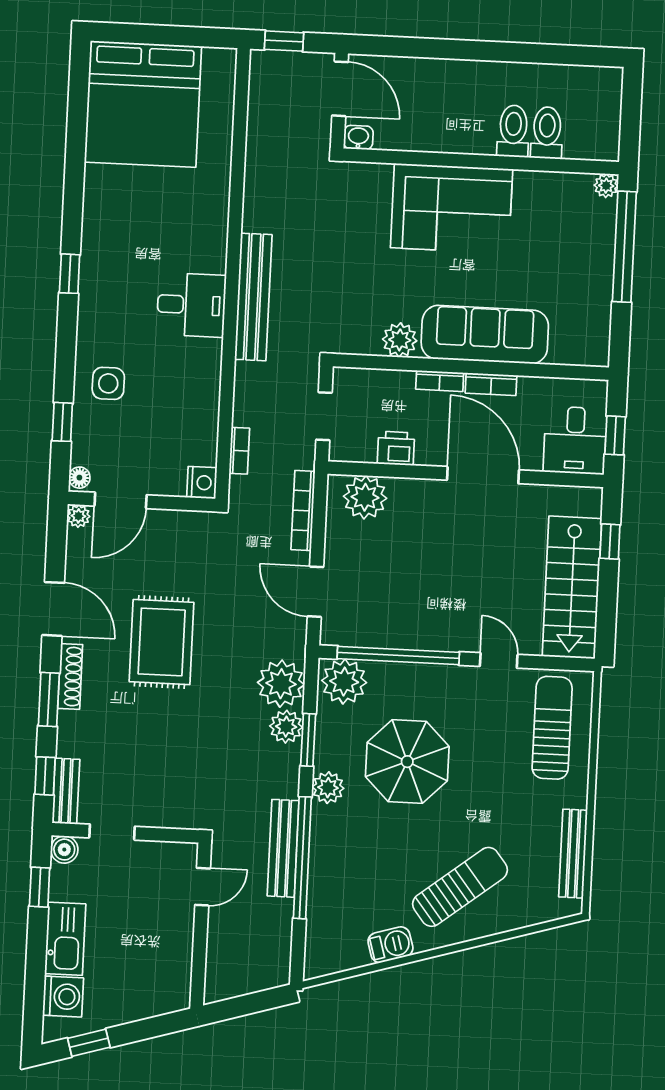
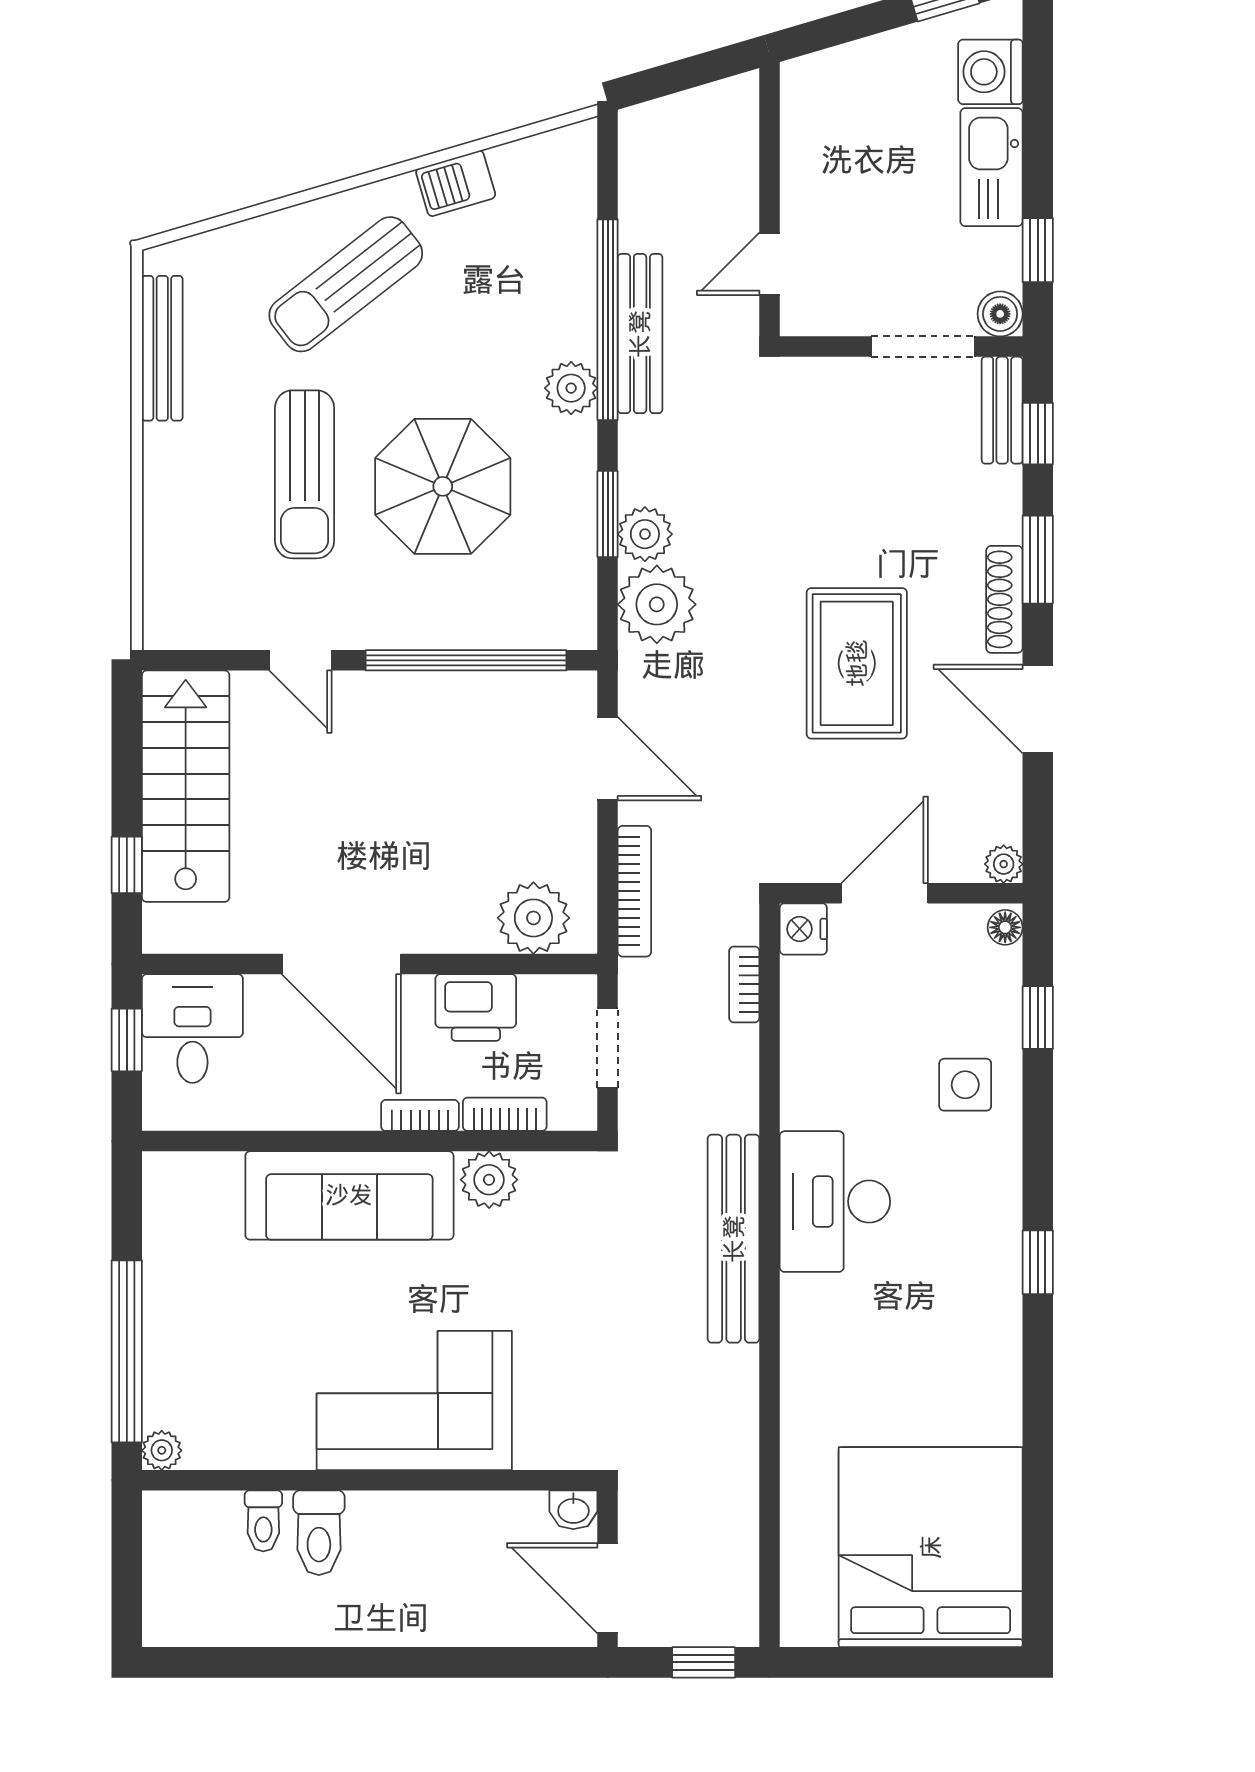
toilet: (547, 133) -> (263, 1521), width x0.73, depth x0.72
desk: (191, 305) -> (835, 1202), width x1.37
bookcase: (491, 384) -> (505, 1114), moved
printer: (396, 448) -> (476, 1008), width x1.36, depth x1.24
door: (121, 500) -> (885, 893), moved
plant: (344, 682) -> (553, 613), removed
sun lounger: (552, 728) -> (305, 474), moved
plant: (328, 788) -> (571, 388), moved
doorway: (112, 832) -> (923, 347), width x1.38

